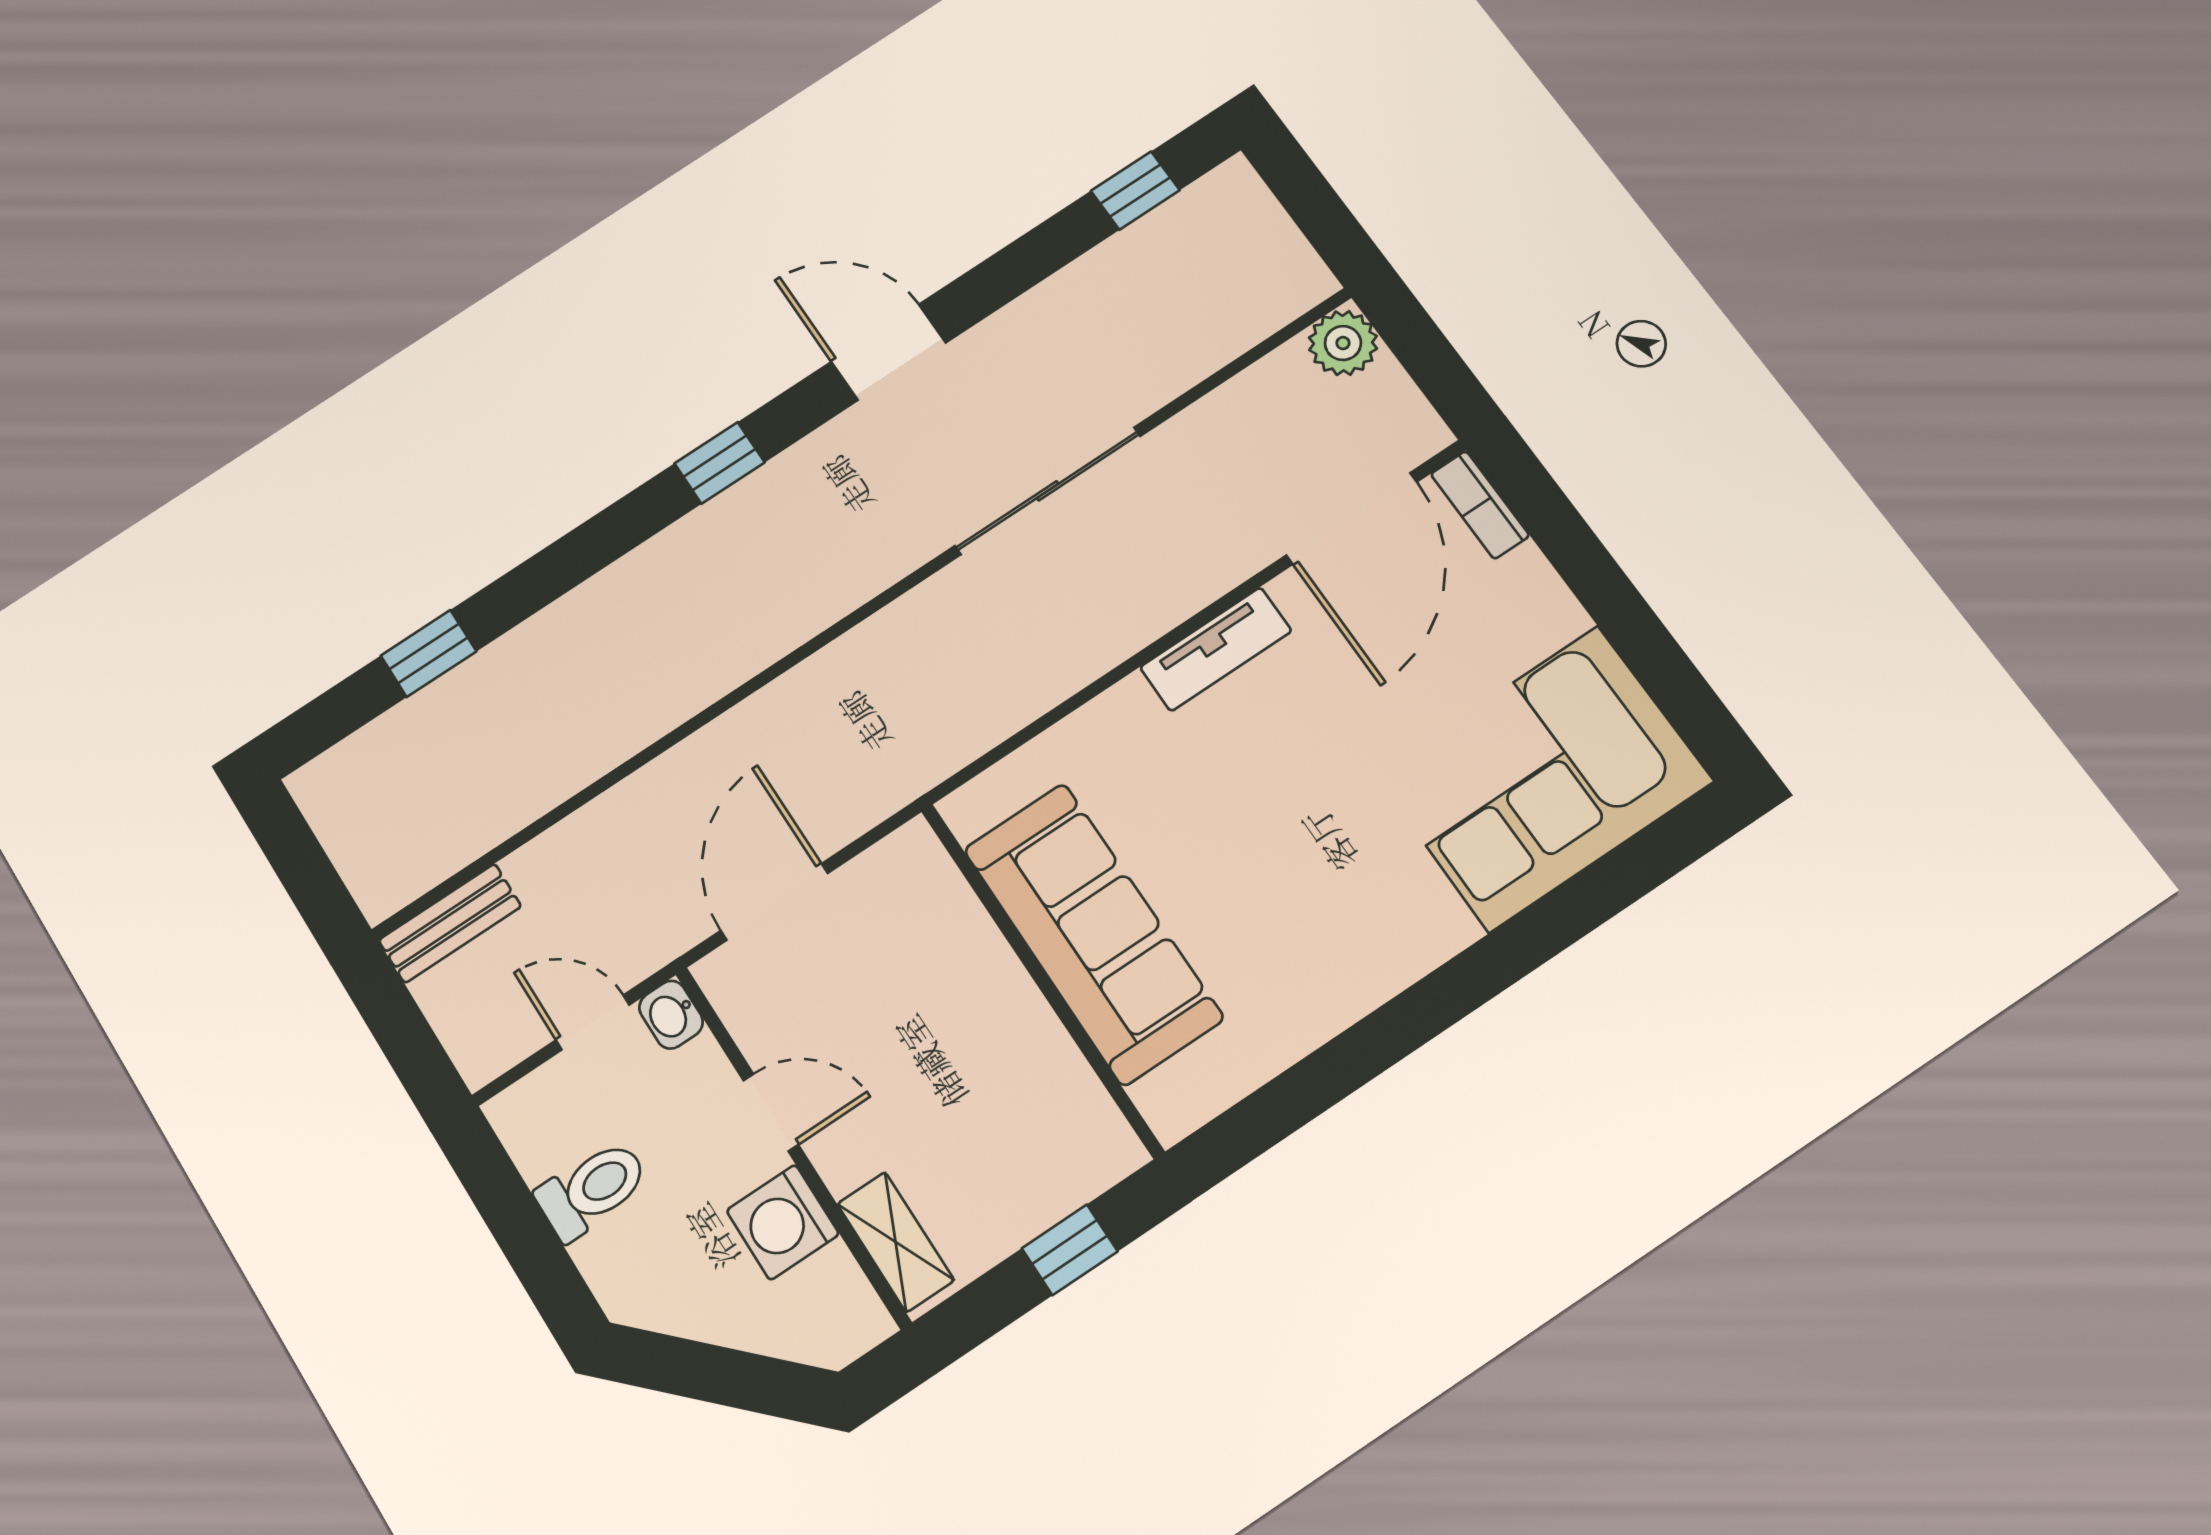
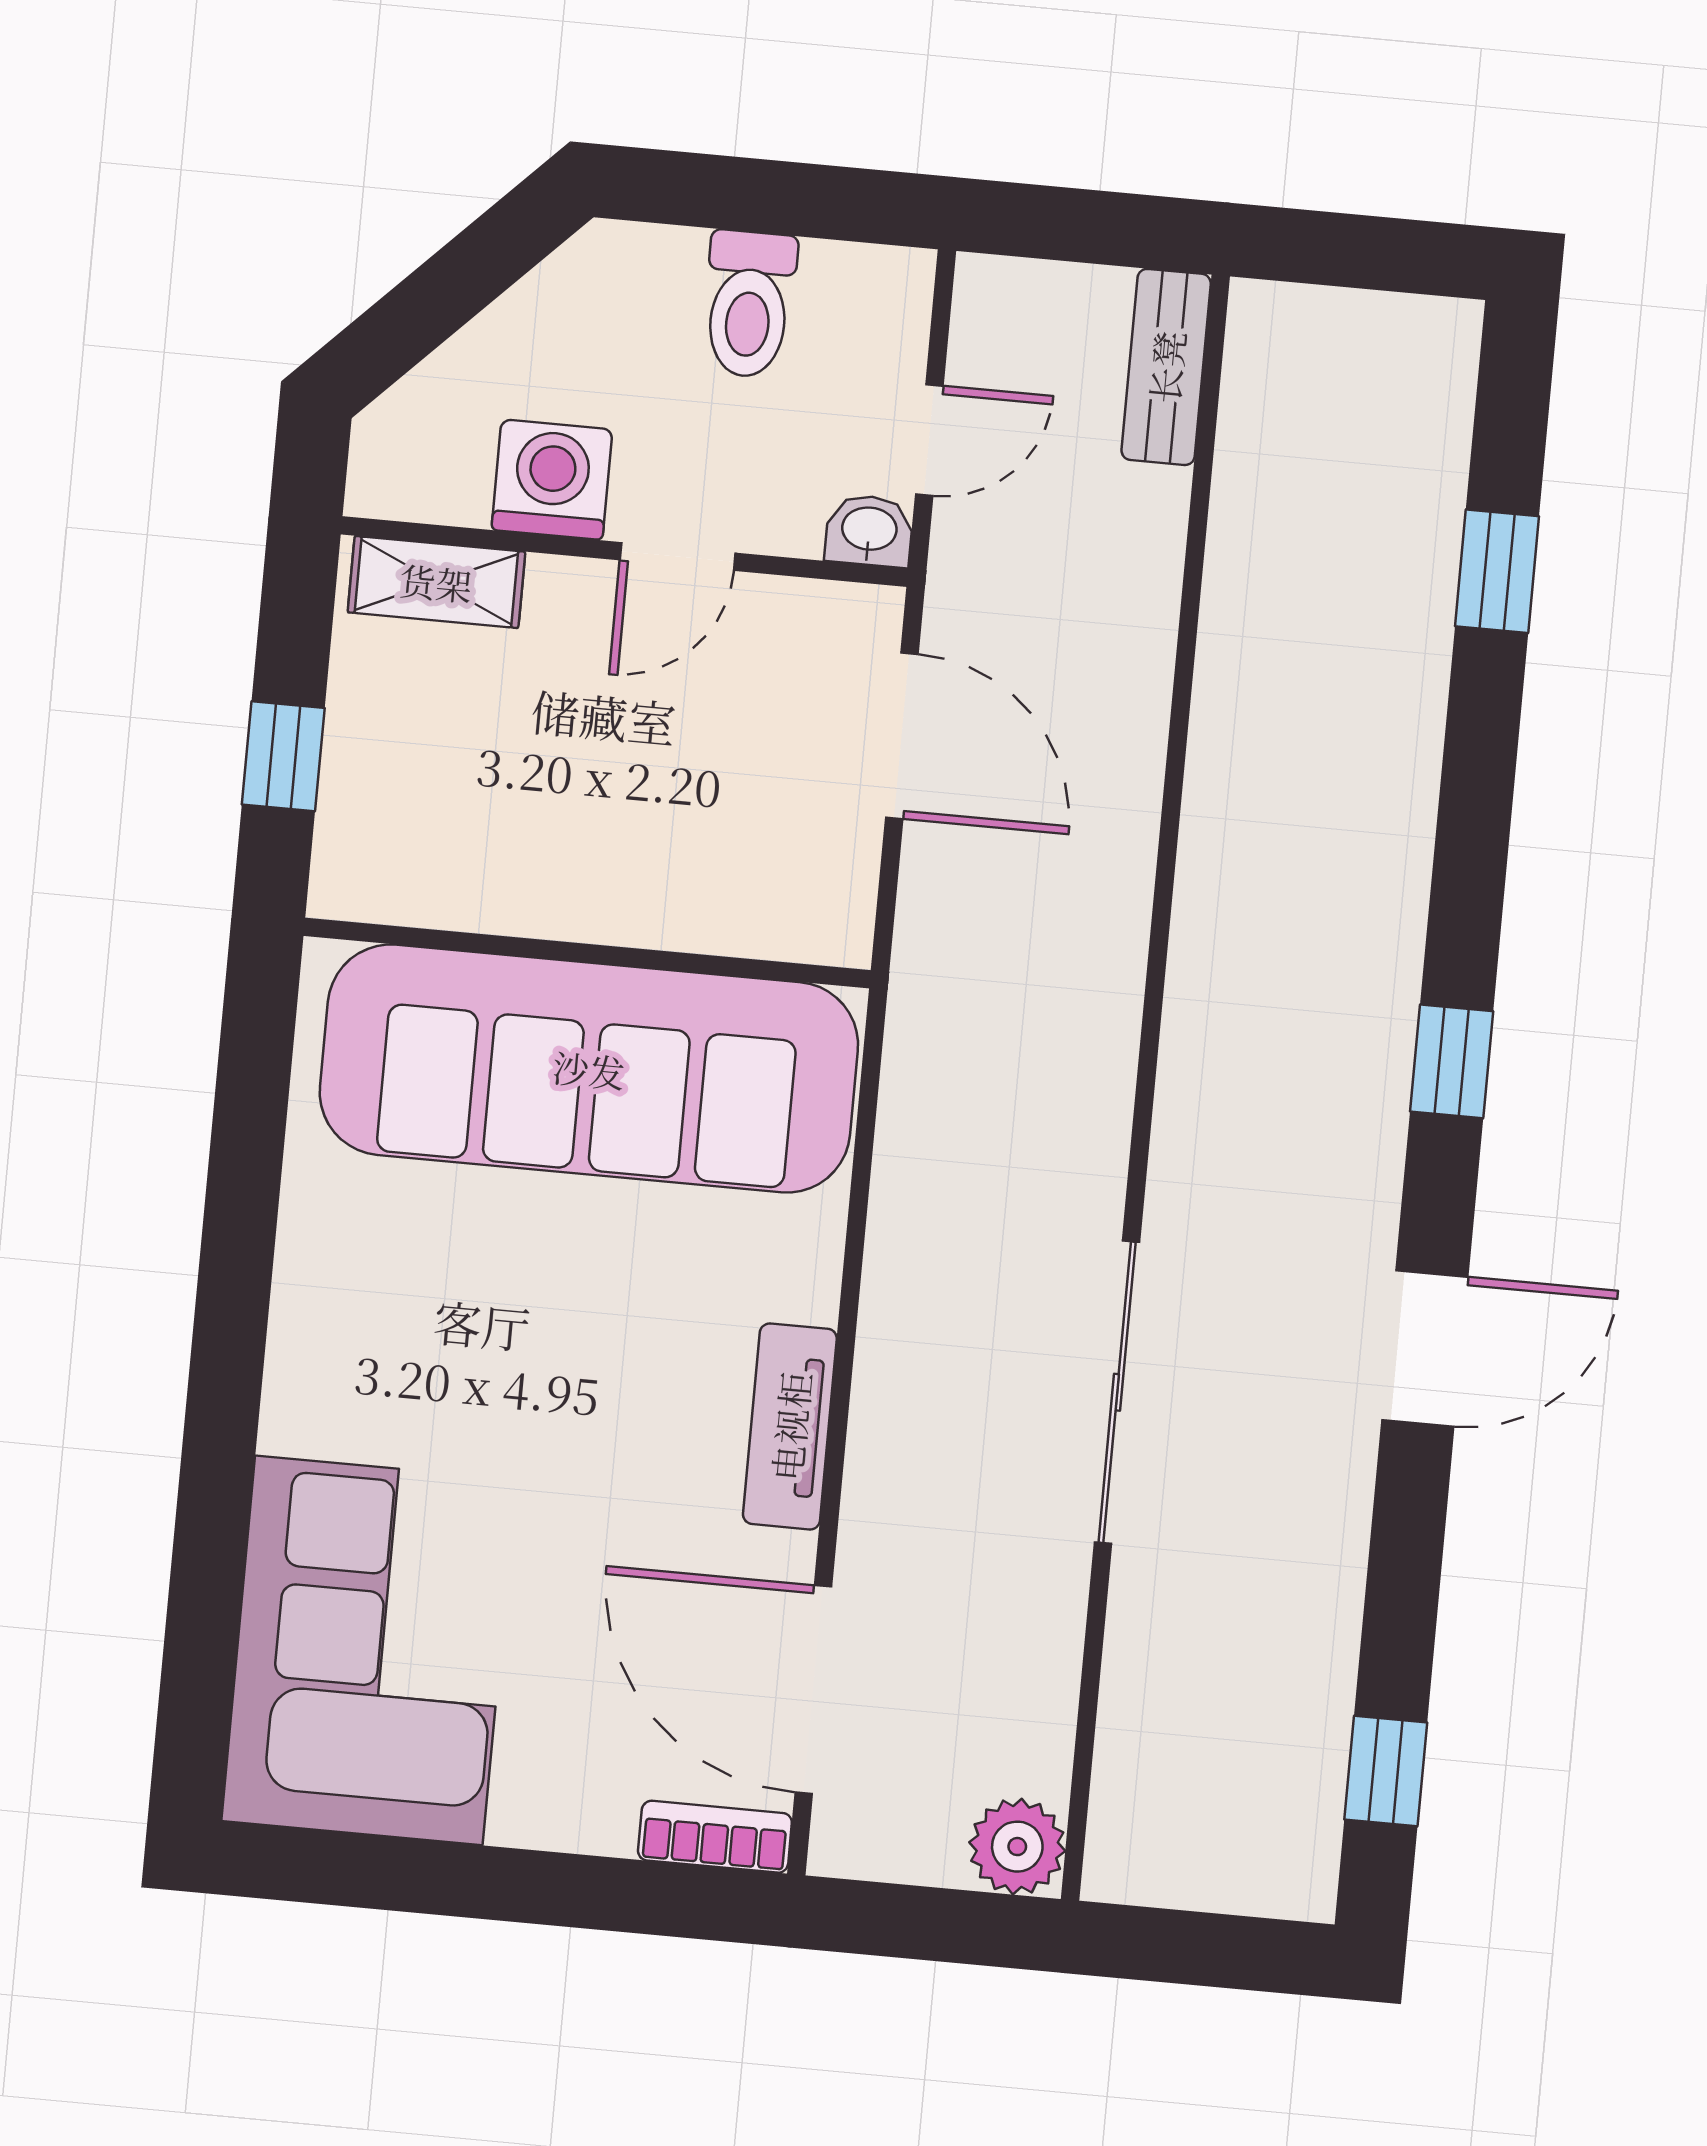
sofa: (1093, 933) -> (589, 1069), width x1.36, depth x1.27

